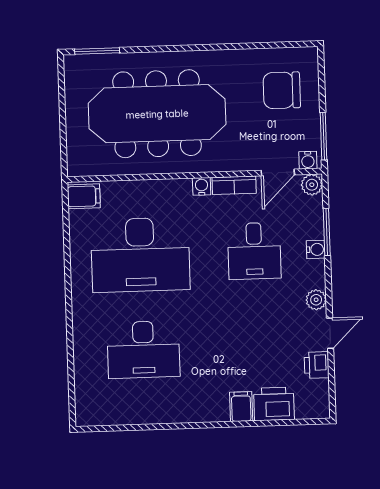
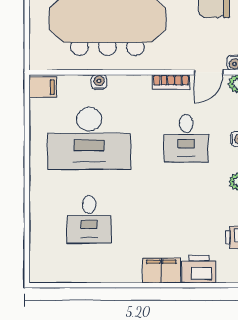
water cooler: (202, 186) -> (99, 82), moved
desk: (143, 350) -> (89, 219), width x0.73
filing cabinet: (241, 407) -> (161, 271), width x2.00

